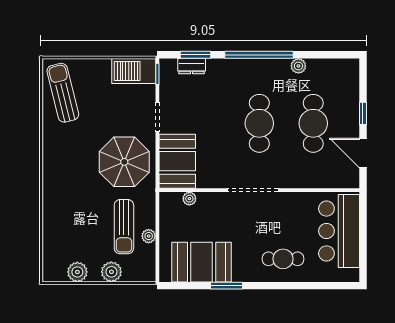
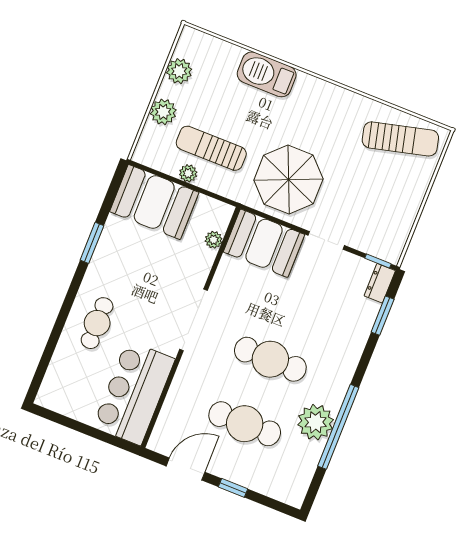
window: (259, 55) -> (338, 427), moved
dresser: (192, 66) -> (380, 283), moved
plant: (298, 66) -> (316, 422), width x1.88, depth x1.88
barbecue: (134, 71) -> (267, 74), moved, turned -90
bar counter: (339, 231) -> (134, 393), moved, turned -90
booth: (202, 262) -> (154, 202), moved, turned 90

